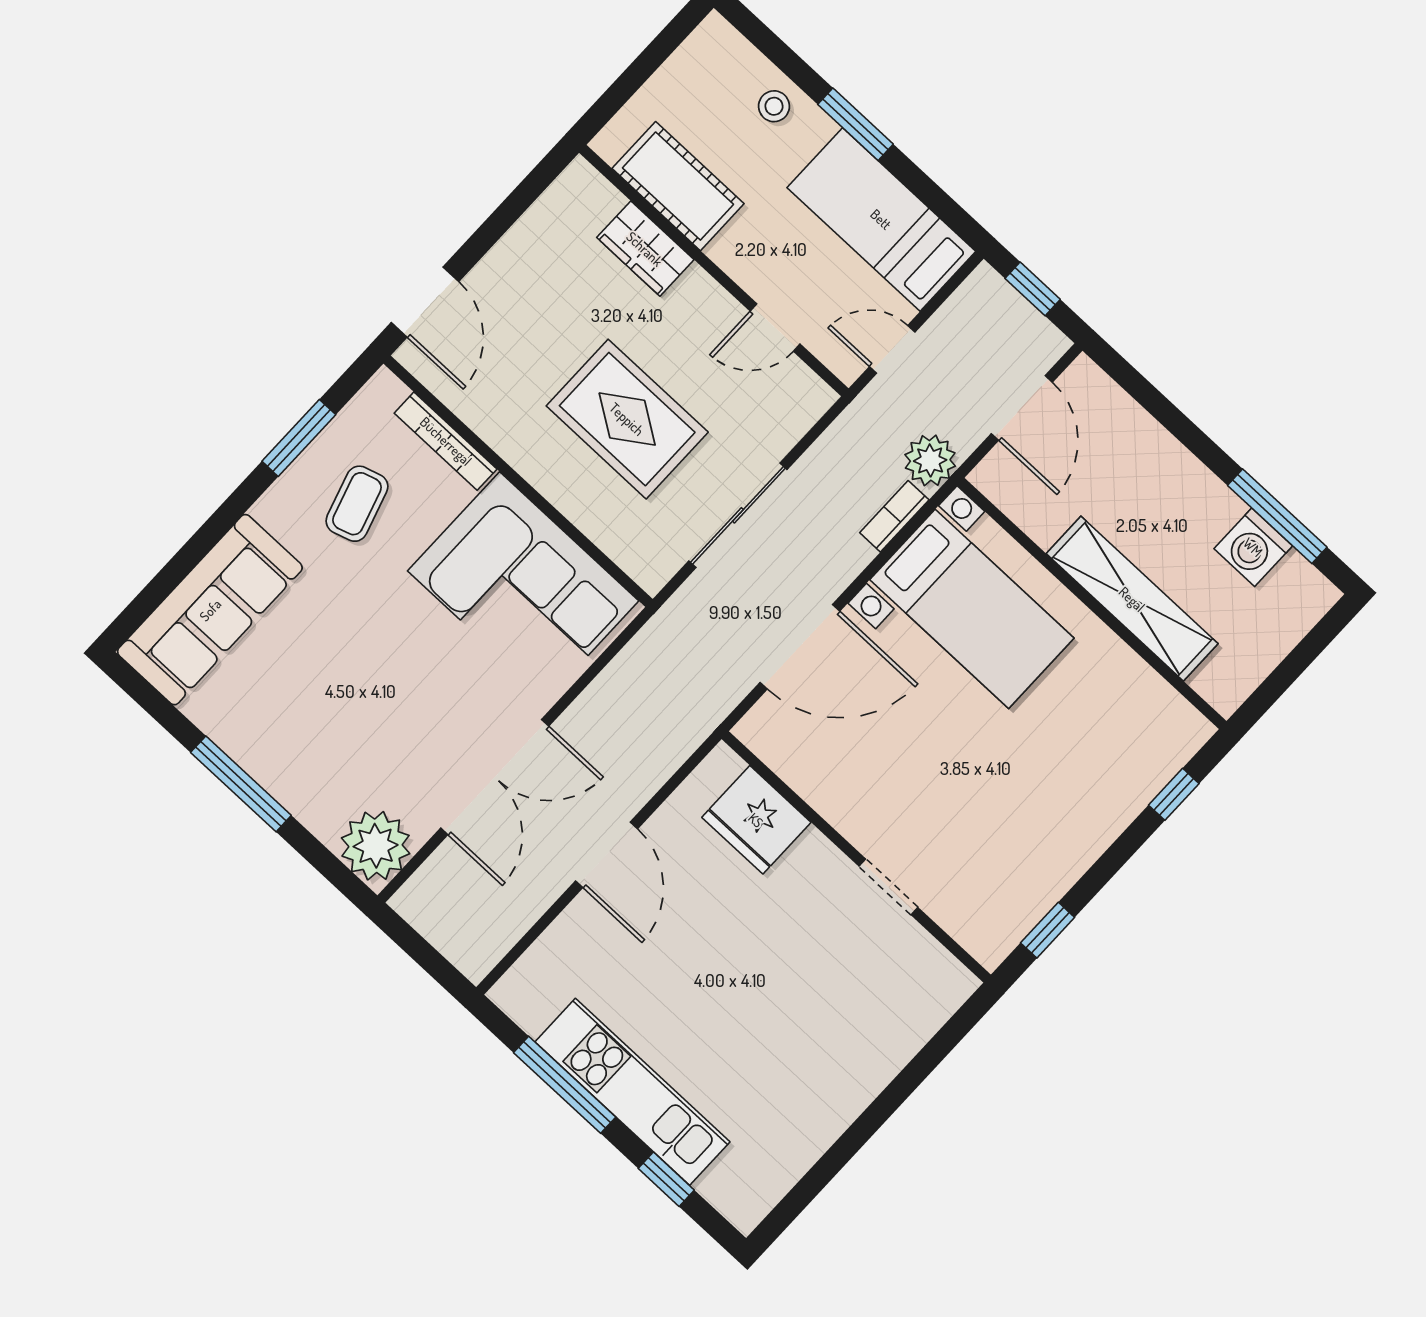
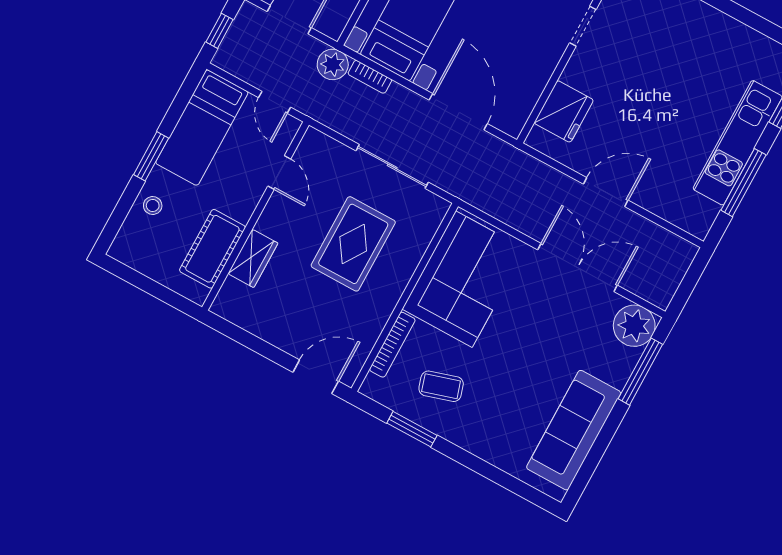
sofa: (210, 610) -> (574, 430), moved, turned -90
window: (241, 784) -> (640, 372), moved

